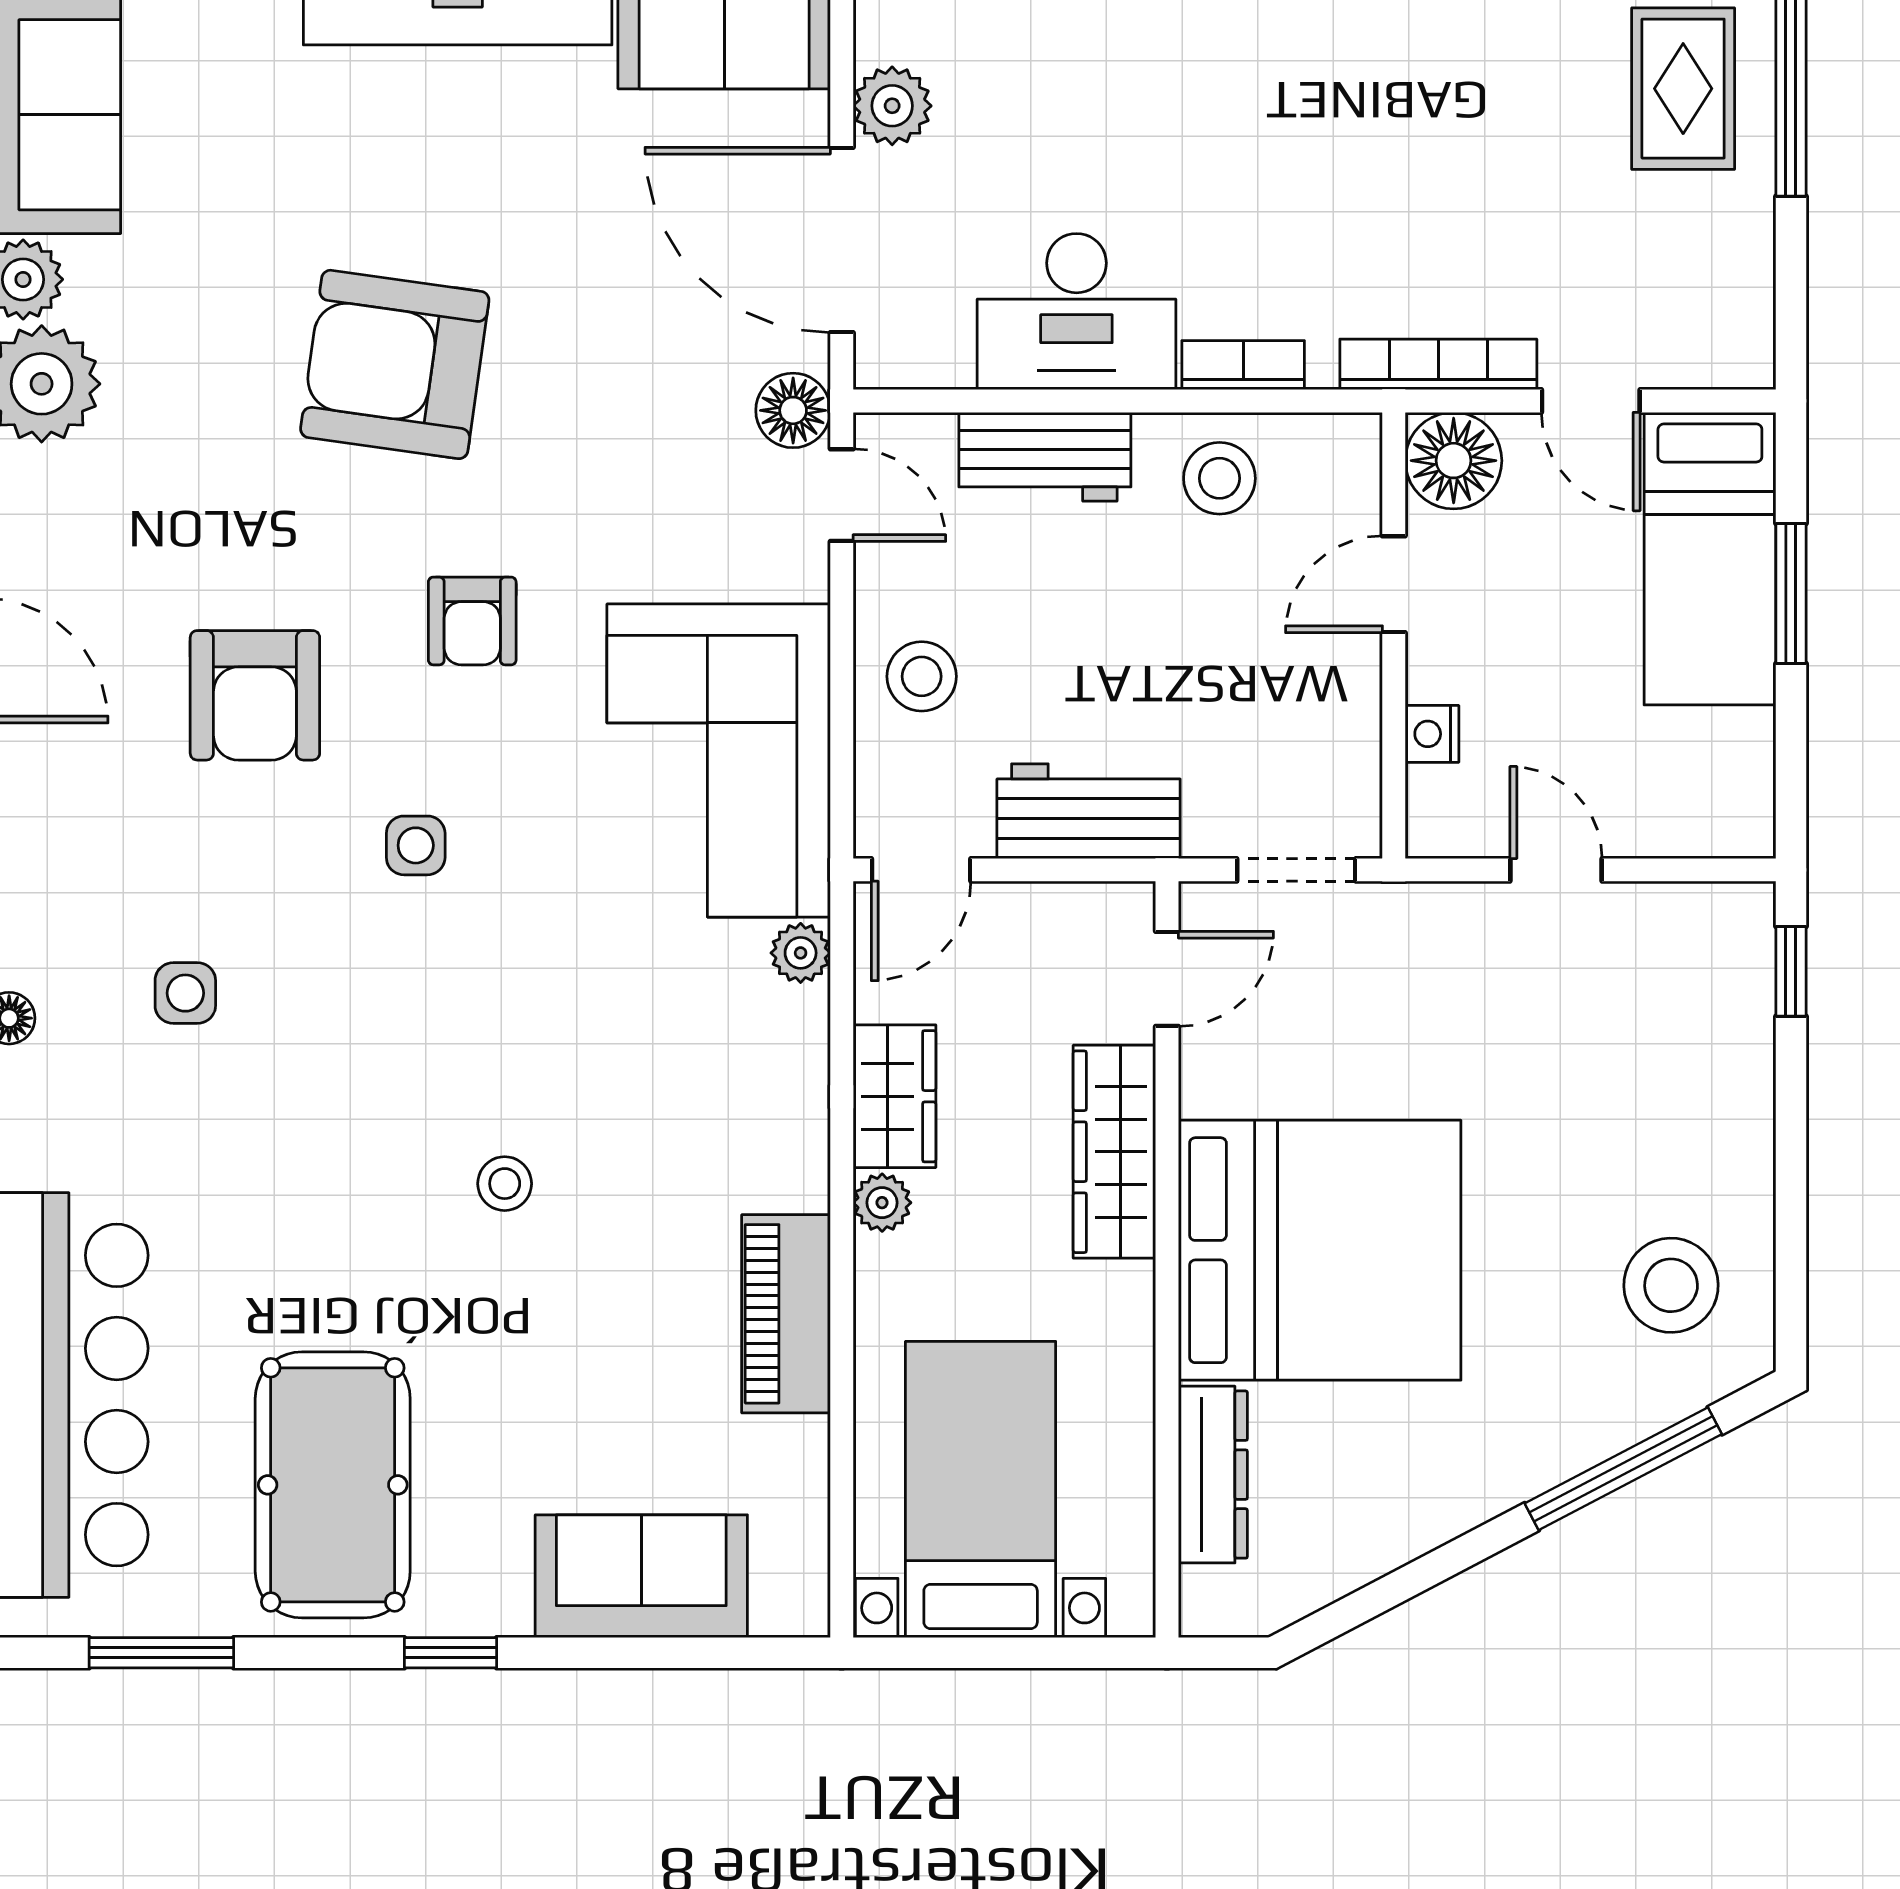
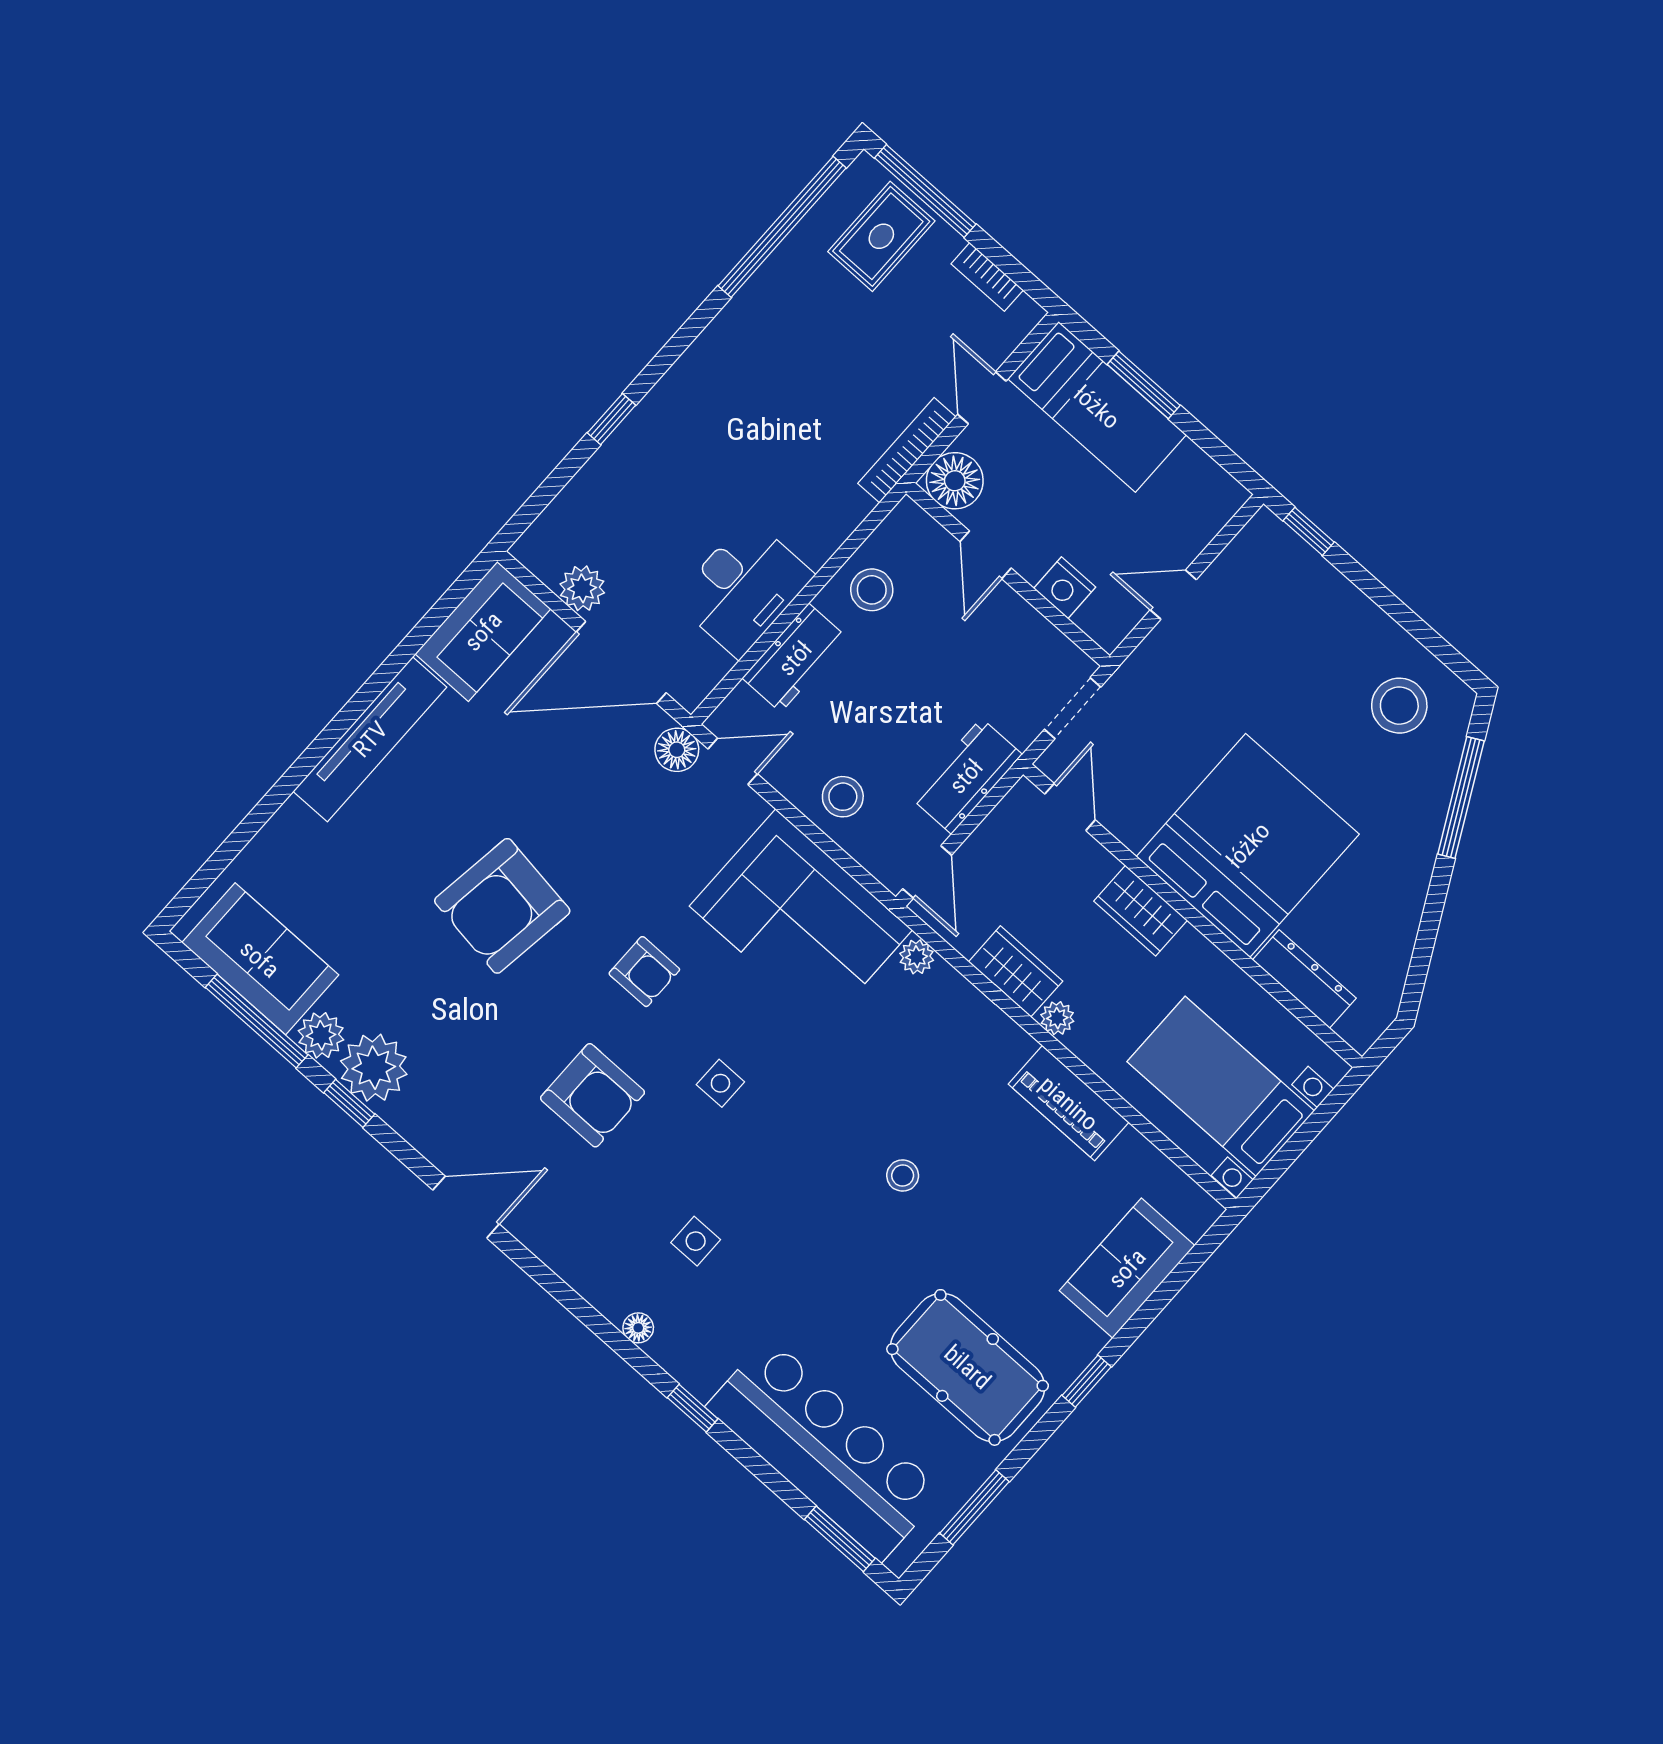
rug: (1683, 89) -> (881, 236), turned 90
bookcase: (1243, 365) -> (987, 277), moved, turned -90
door: (1591, 401) -> (982, 398), swing flipped
nightstand: (1432, 734) -> (1065, 588), width x1.39, depth x1.35
wardrobe: (1114, 1152) -> (1141, 911), width x0.67

